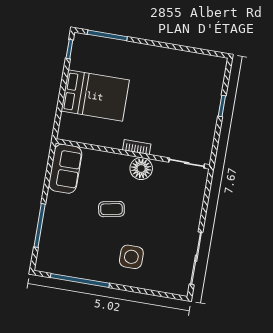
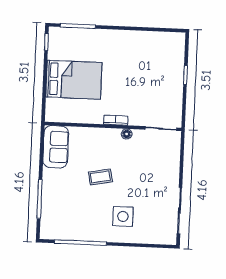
floor lamp: (141, 169) -> (127, 134), width x0.53, depth x0.53

